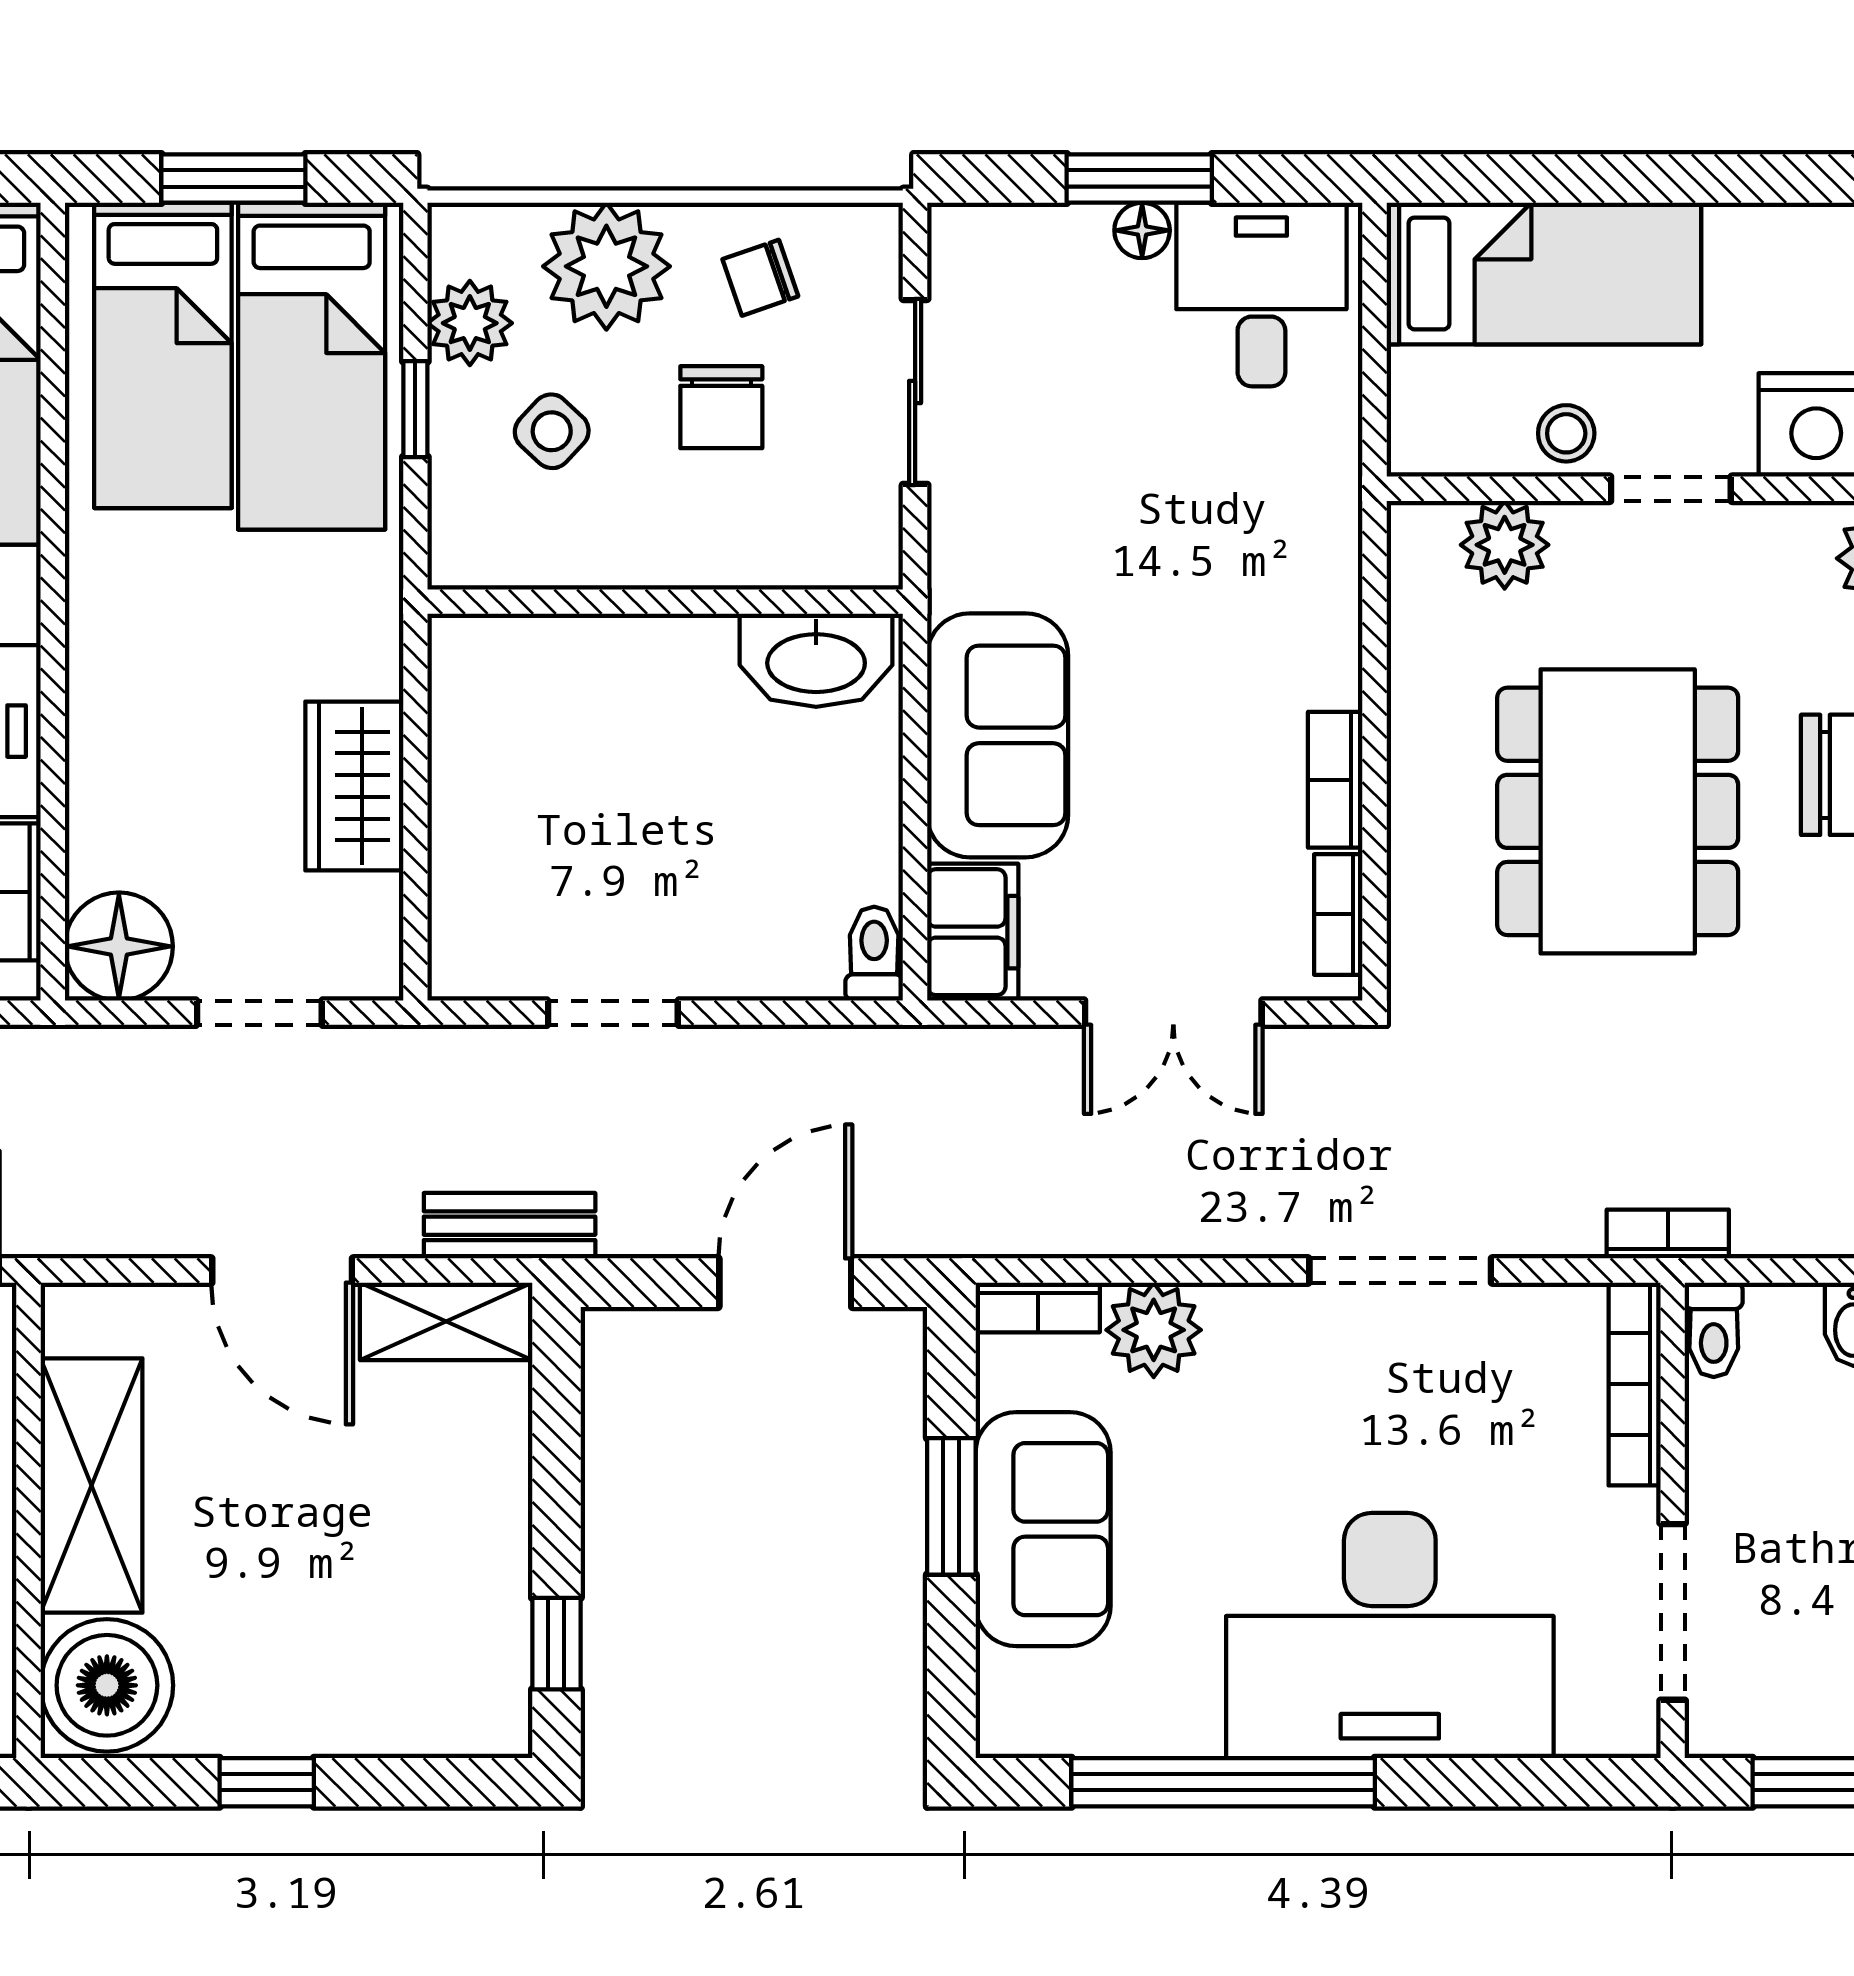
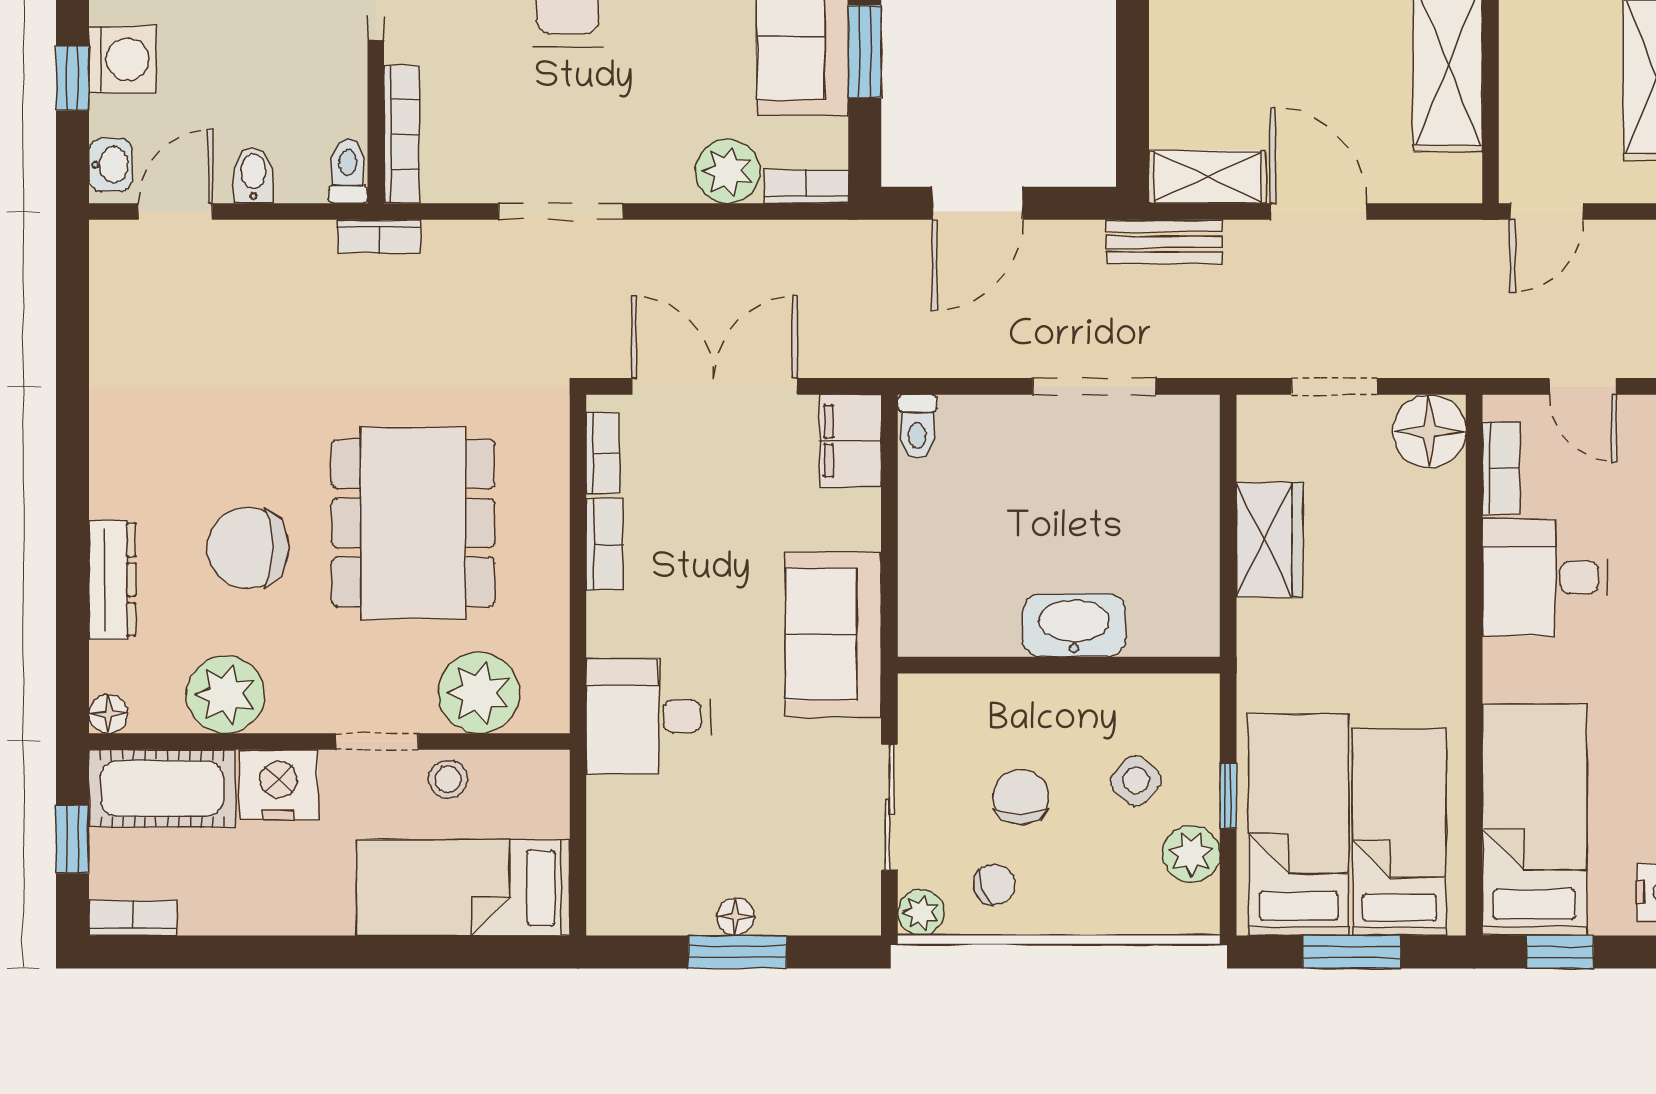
plant: (606, 266) -> (921, 913), moved, width x0.53, depth x0.53
desk: (1261, 295) -> (648, 716), moved, turned 90
plant: (1505, 545) -> (479, 693), width x1.36, depth x1.36
washbasin: (816, 660) -> (1074, 625), moved
sofa: (998, 735) -> (833, 634), moved
doorway: (613, 1013) -> (1094, 386), width x1.38
double door: (1173, 1013) -> (714, 386), width x1.37

